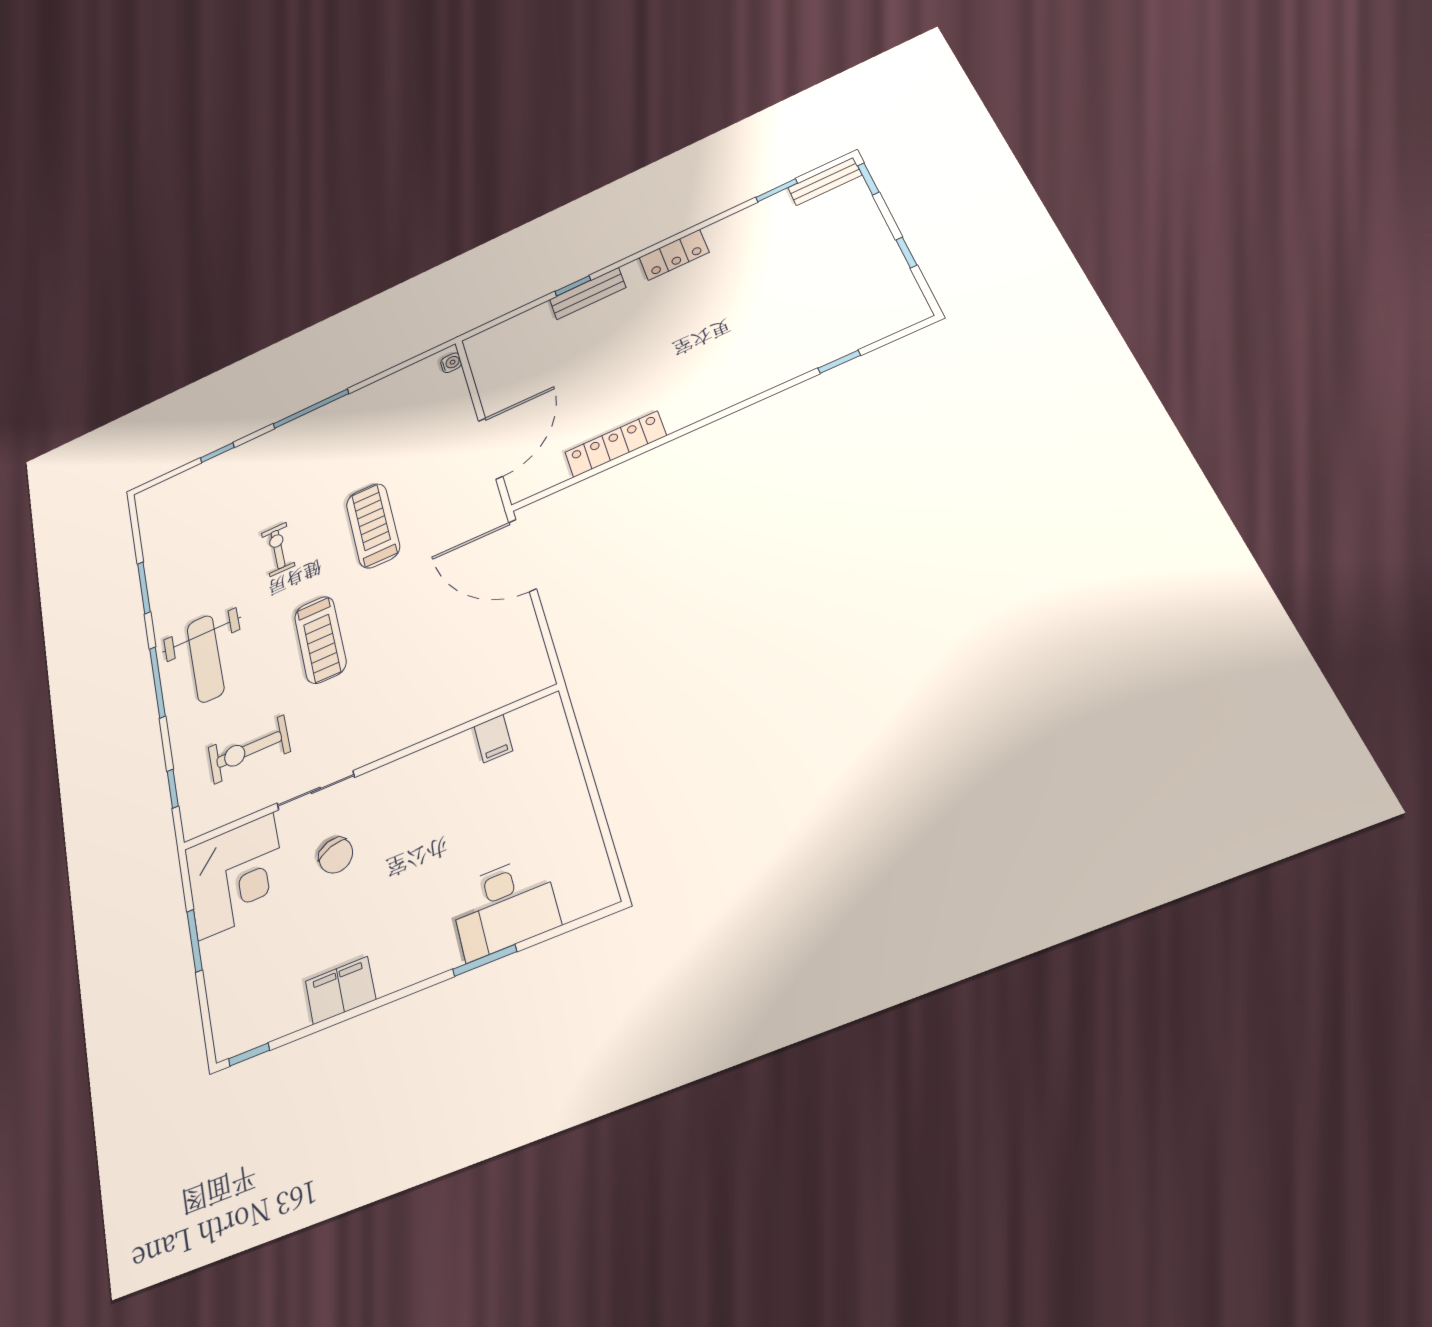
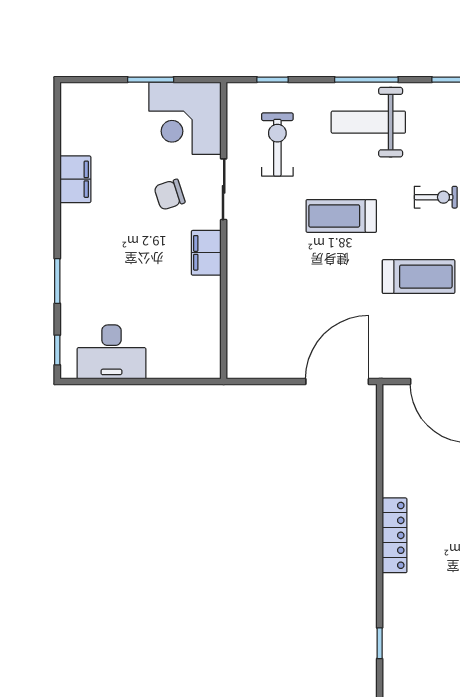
locker: (616, 444) -> (395, 535), moved
filing cabinet: (493, 738) -> (206, 253), moved, width x2.00
desk: (504, 907) -> (111, 352), moved, turned -90
window: (249, 1054) -> (57, 350), moved

